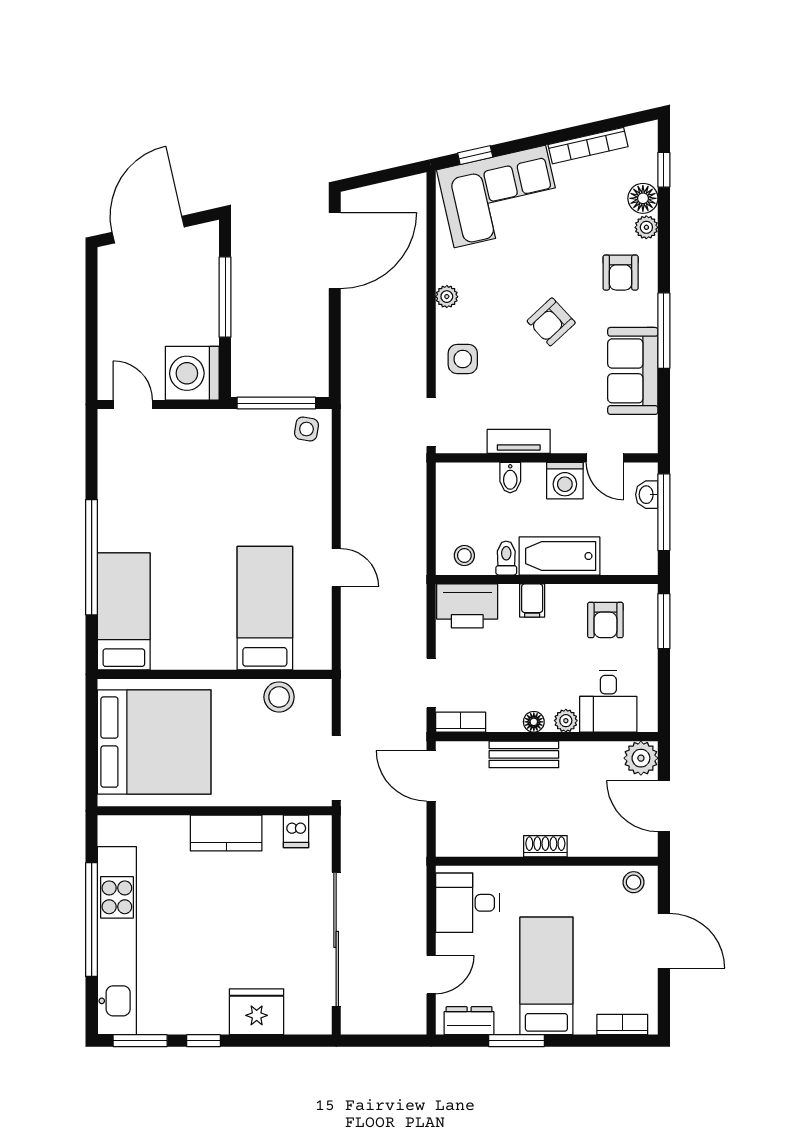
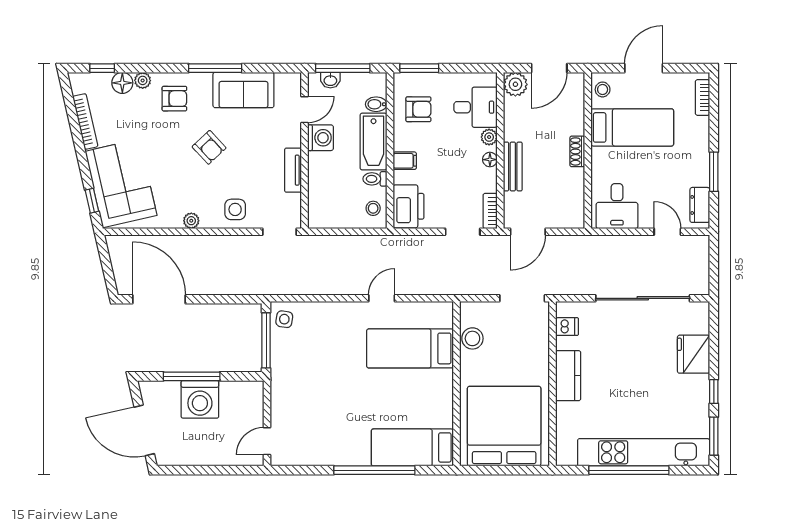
washing machine: (192, 373) -> (200, 399), moved
bidet: (510, 478) -> (376, 104), moved, turned 180
bed: (546, 976) -> (632, 127), moved, turned 180

